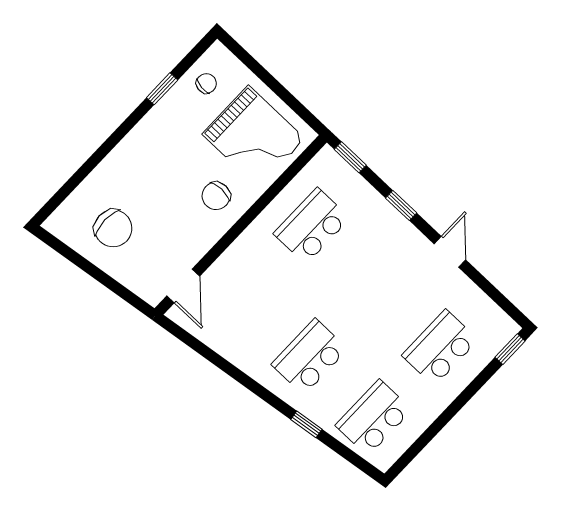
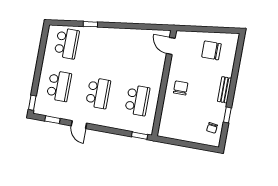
grand piano: (254, 136) -> (181, 120), removed
bench: (137, 139) -> (225, 90), added
window: (401, 206) -> (52, 120), moved
school desk: (309, 357) -> (98, 93), moved

